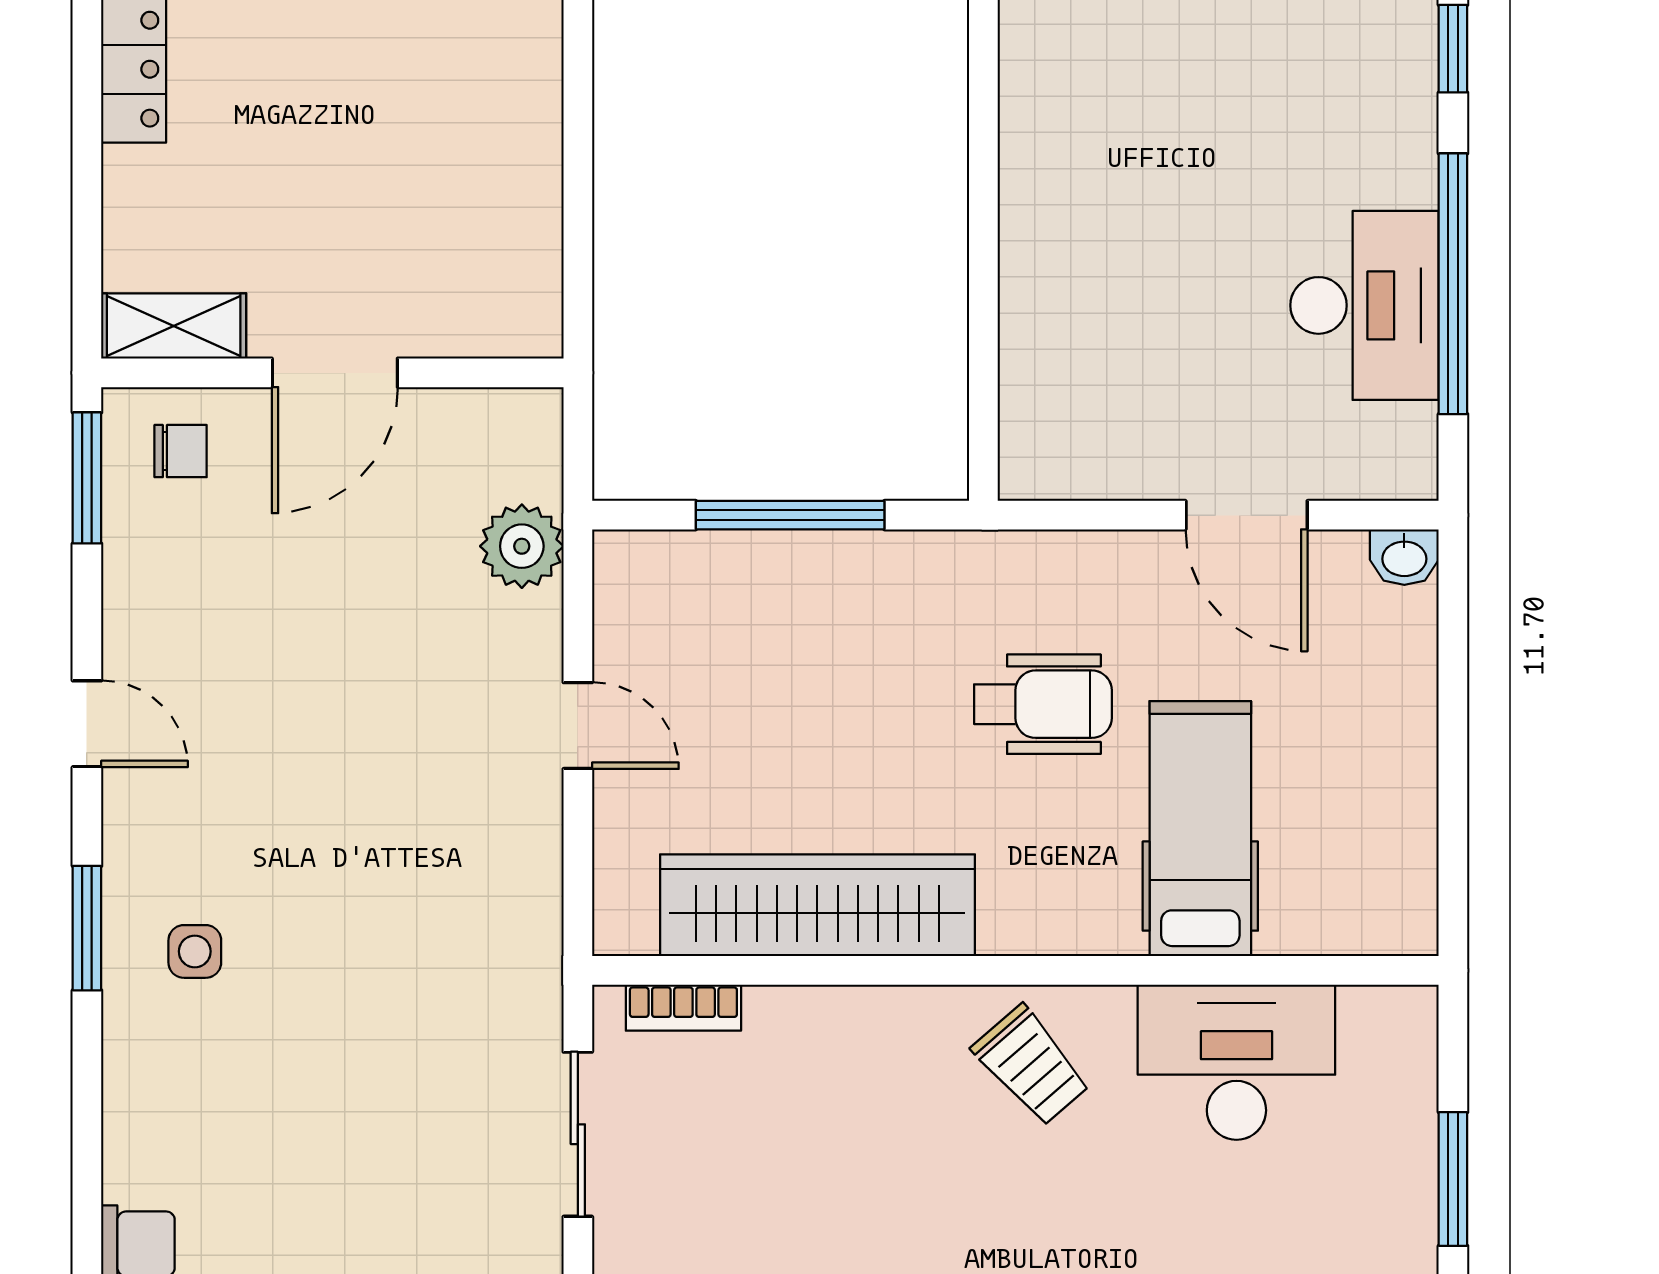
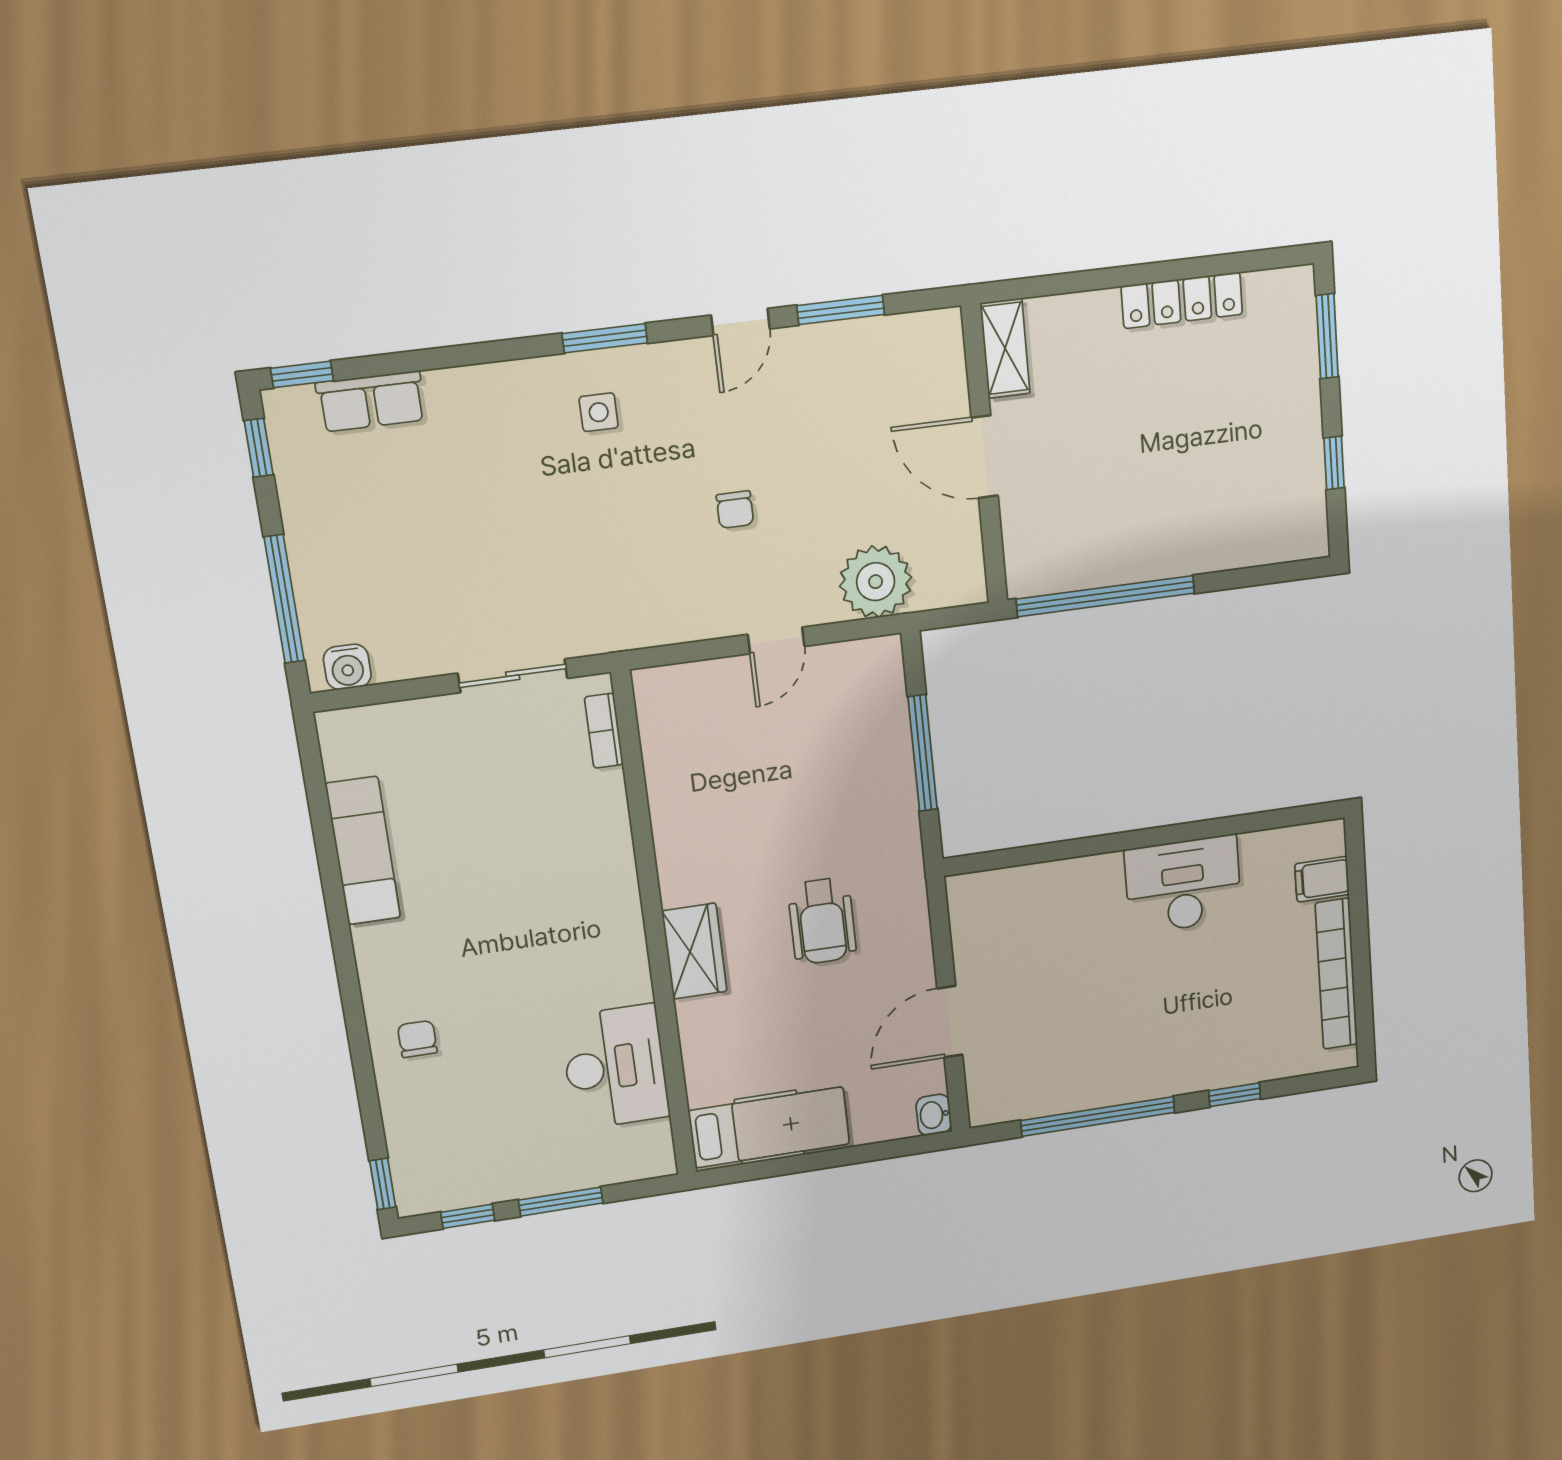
window: (578, 201) -> (1106, 596), added
desk: (1364, 305) -> (1183, 885), moved, turned 180
chair: (181, 451) -> (735, 510), moved
window: (87, 478) -> (841, 310), moved
plant: (522, 546) -> (876, 582), width x1.36, depth x1.36
hospital bed: (1200, 829) -> (769, 1127), moved
wardrobe: (817, 905) -> (694, 951), moved, width x0.48, depth x0.85
trolley: (1031, 1066) -> (596, 947), removed

